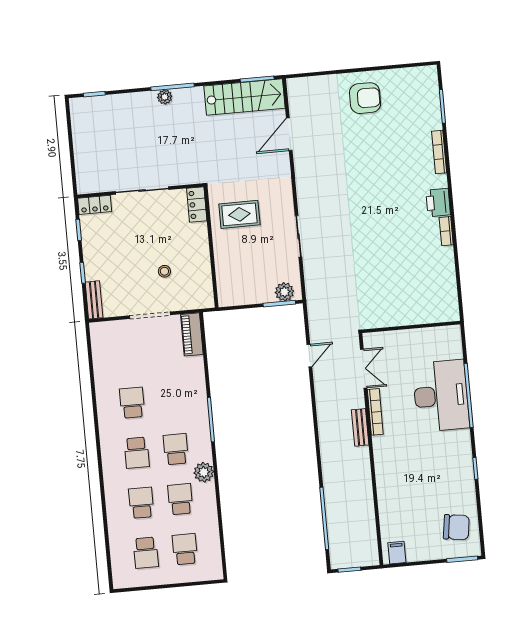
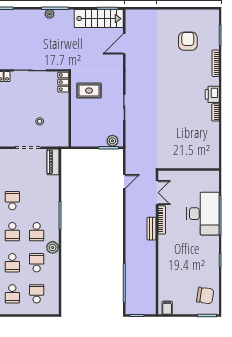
armchair: (365, 98) -> (188, 41), moved, turned -90
school desk: (176, 449) -> (37, 232), turned 180
school desk: (141, 503) -> (12, 263), turned 180

